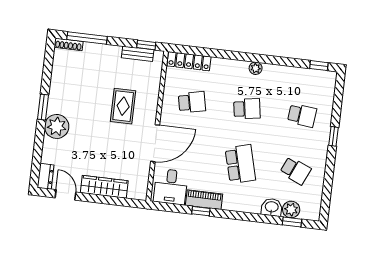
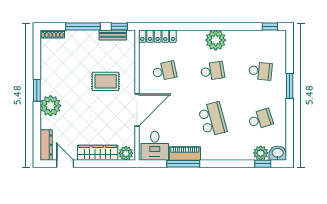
window: (87, 38) -> (83, 26), moved
plant: (256, 68) -> (216, 40), width x1.88, depth x1.88
rug: (123, 106) -> (106, 81), turned 90
window: (333, 136) -> (290, 86), width x1.50
school desk: (295, 171) -> (260, 119), turned -42
dresser: (46, 176) -> (46, 145), width x1.44
plant: (136, 191) -> (126, 153), added
washbasin: (272, 207) -> (278, 153), moved
window: (201, 211) -> (183, 164), width x2.17

